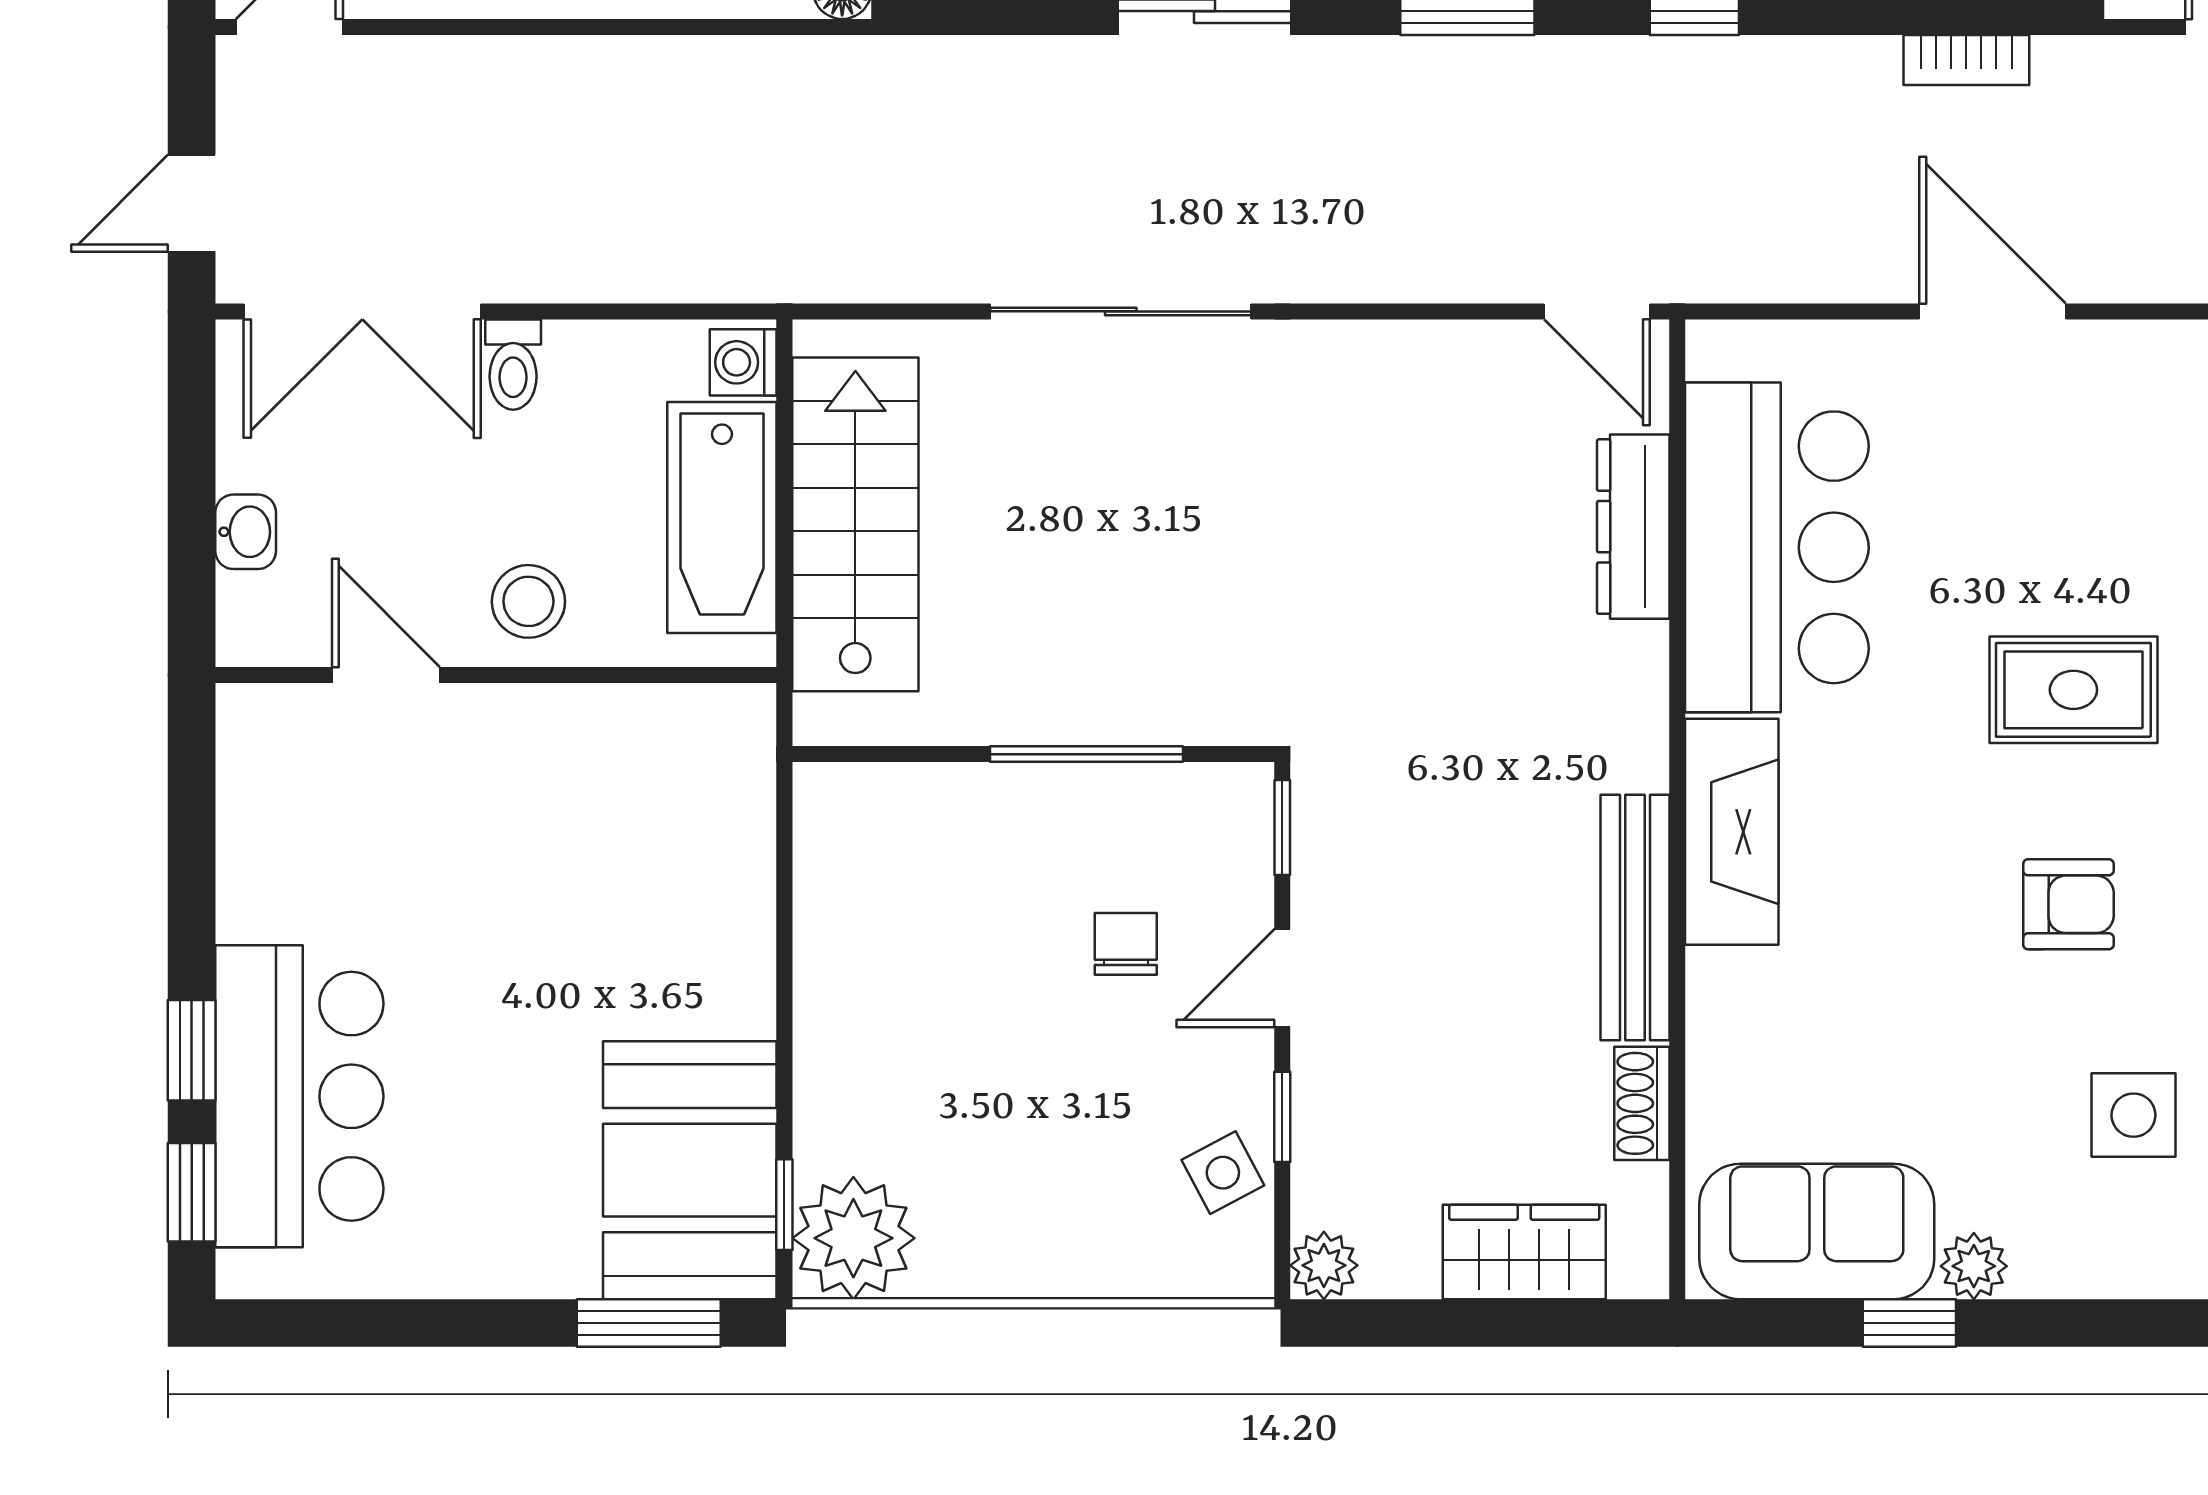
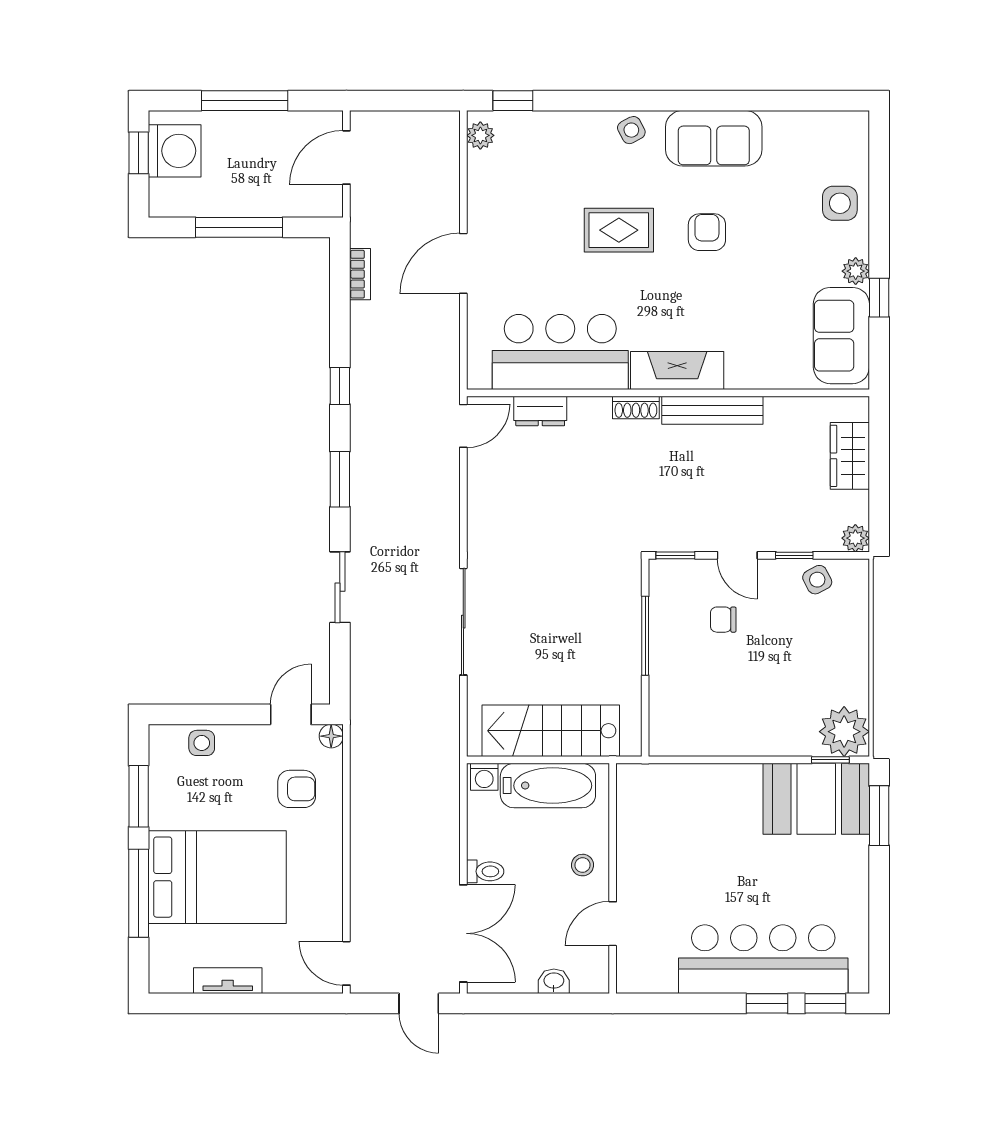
dresser: (1633, 527) -> (540, 411), width x0.70
stool: (528, 601) -> (582, 865), width x0.73, depth x0.73
rug: (2073, 690) -> (619, 230), turned 90
bar counter: (299, 1096) -> (763, 959), width x1.36
shoe rack: (1642, 1103) -> (636, 408), moved
side table: (2133, 1115) -> (840, 203), moved

